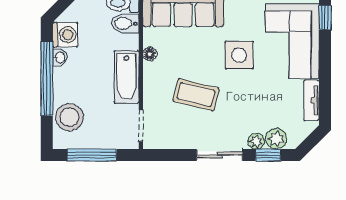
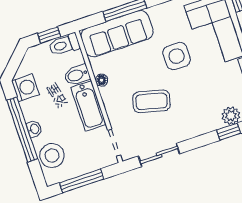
bidet: (125, 23) -> (77, 75), moved
washbasin: (60, 58) -> (34, 129), moved
plant: (256, 141) -> (215, 123), removed
sliding door: (220, 155) -> (159, 155), moved

